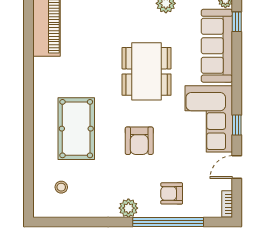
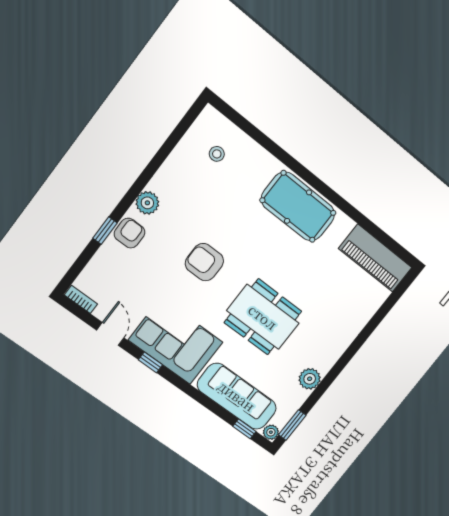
pool table: (76, 129) -> (298, 207), moved
armchair: (172, 193) -> (129, 233), moved
window: (168, 222) -> (105, 231), width x0.32

